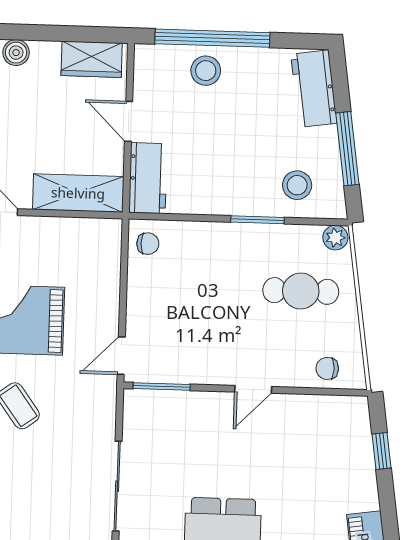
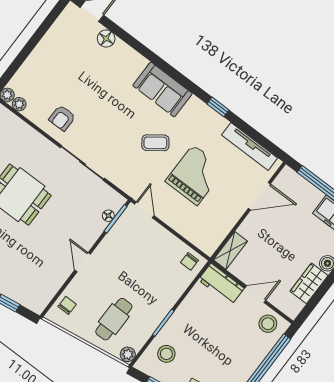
wardrobe: (92, 59) -> (309, 283), moved
stool: (206, 71) -> (268, 324), moved
shelving: (78, 193) -> (230, 251), width x0.67, depth x0.75
floor lamp: (164, 399) -> (108, 216), added

